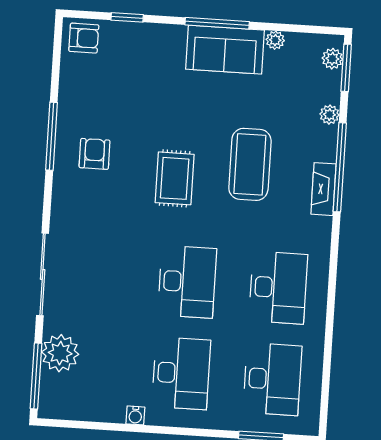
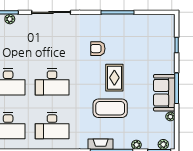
armchair: (84, 38) -> (165, 25), removed
armchair: (95, 154) -> (98, 49), moved, turned 180
rug: (175, 178) -> (114, 78), moved, turned 90
plant: (60, 353) -> (10, 19), width x0.53, depth x0.53

